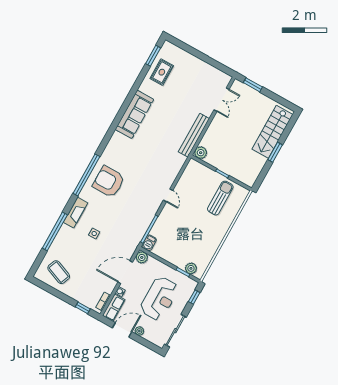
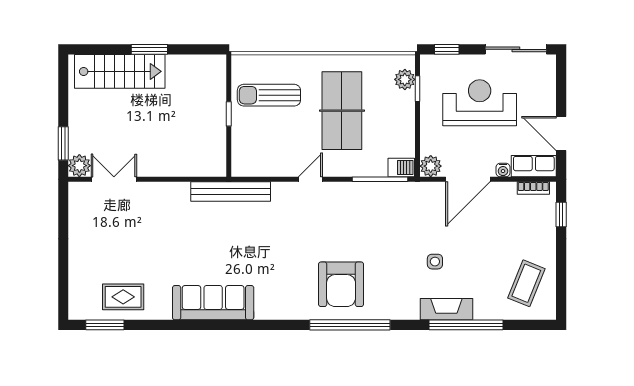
bench: (194, 135) -> (231, 191), moved
plant: (201, 153) -> (79, 166), moved
fireplace: (75, 213) -> (446, 309), moved
table tennis table: (193, 229) -> (342, 111), added
door: (125, 272) -> (468, 179), hinge flipped
plant: (139, 331) -> (548, 105), removed

